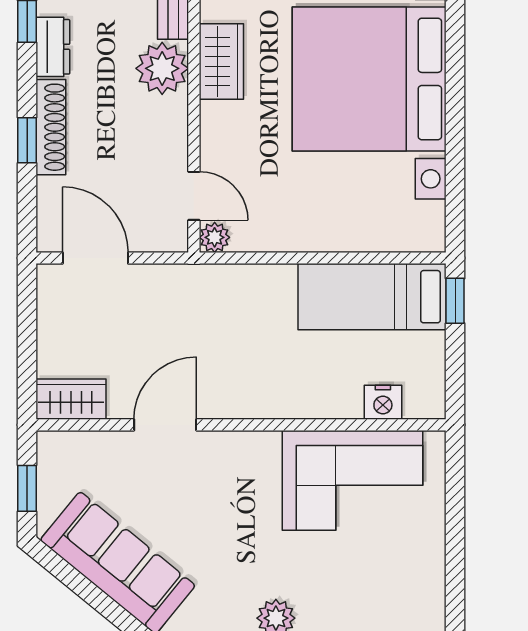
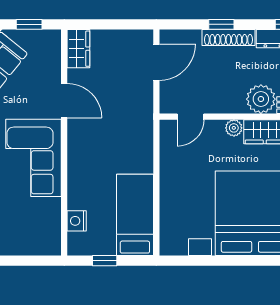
plant: (215, 237) -> (234, 128), moved
window: (455, 301) -> (105, 261), moved
corner sofa: (353, 480) -> (34, 158), moved

